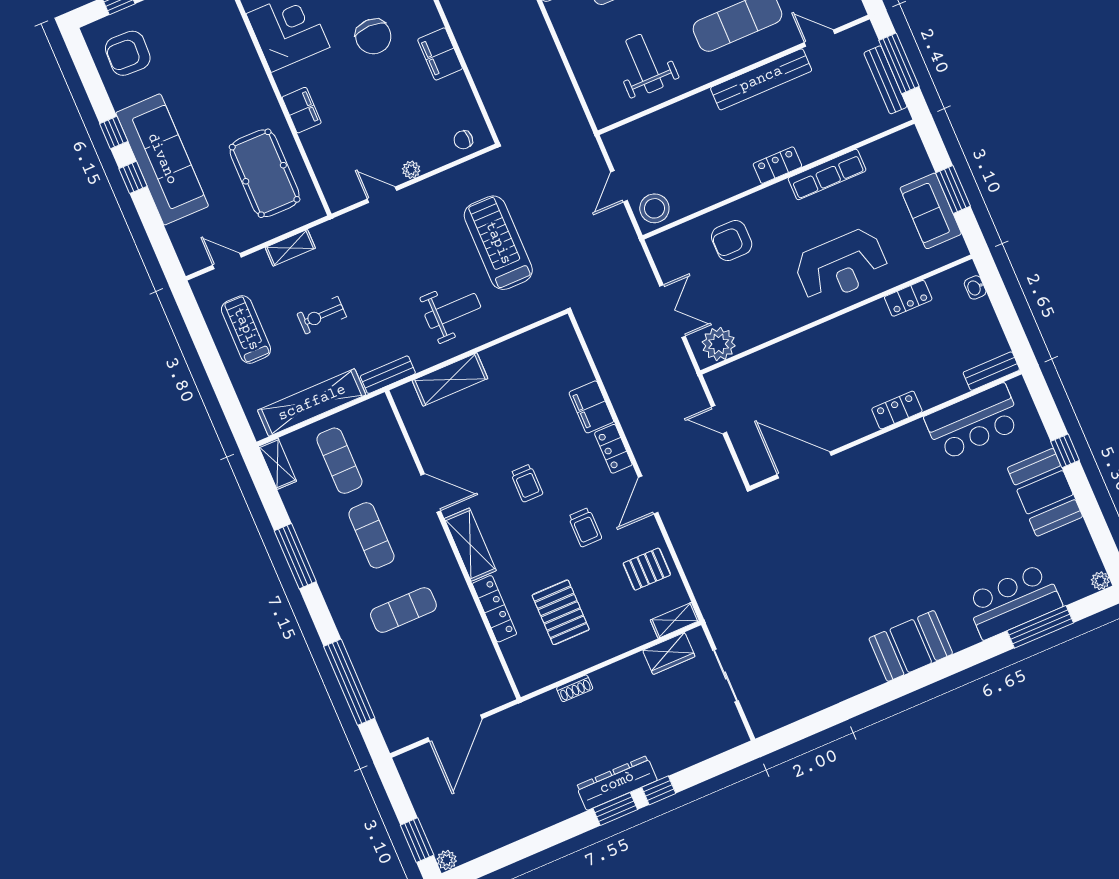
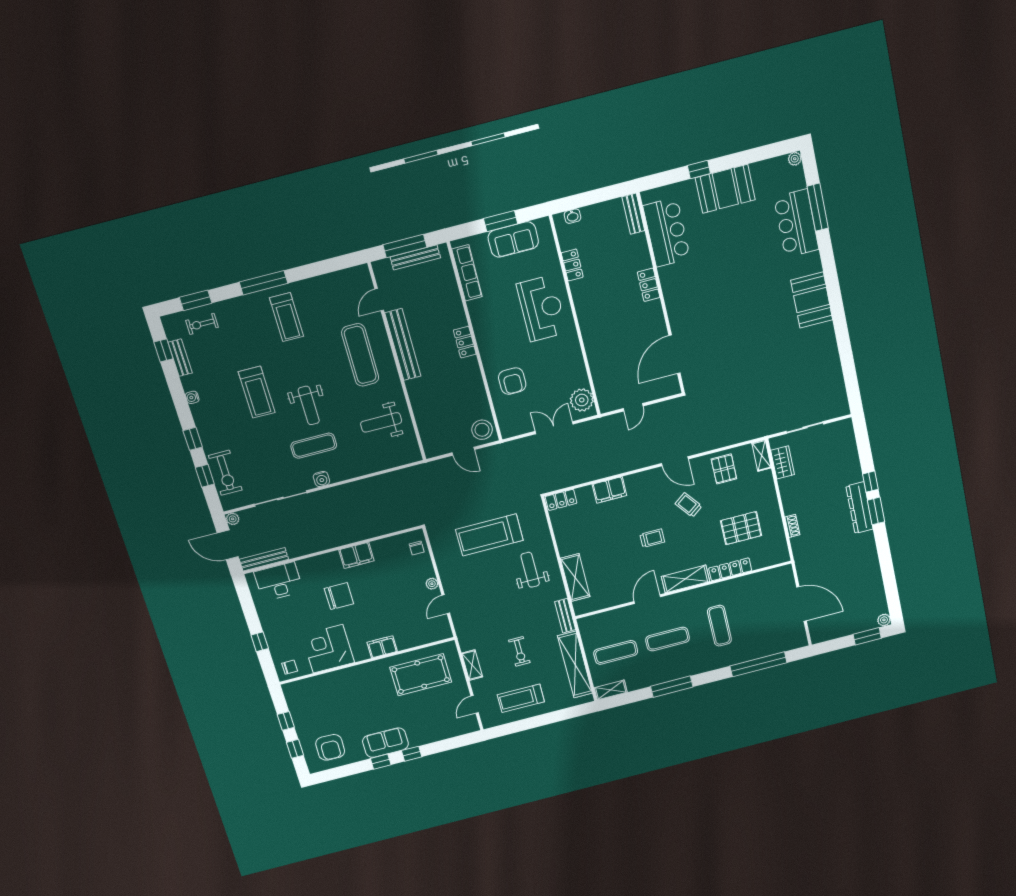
sofa: (162, 159) -> (385, 743), width x0.54, depth x0.79
row of seats: (827, 174) -> (467, 273), moved
locker: (613, 449) -> (561, 500), moved
trolley: (585, 527) -> (689, 505), turned -127

